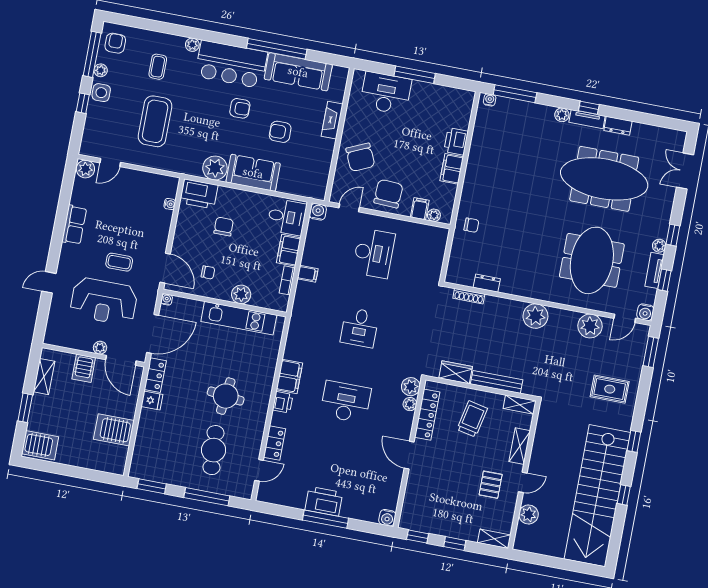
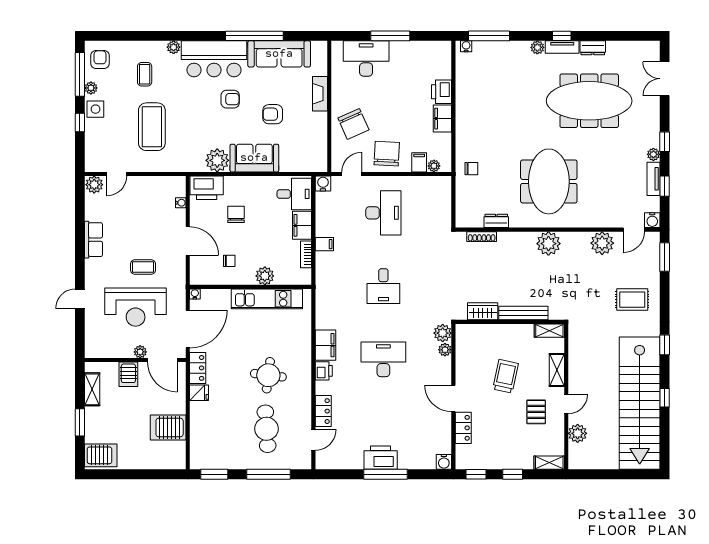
meeting table: (592, 260) -> (549, 181), moved
door: (165, 268) -> (188, 241), moved
locker: (427, 415) -> (463, 428), moved, width x0.66
trolley: (472, 419) -> (506, 376), moved

